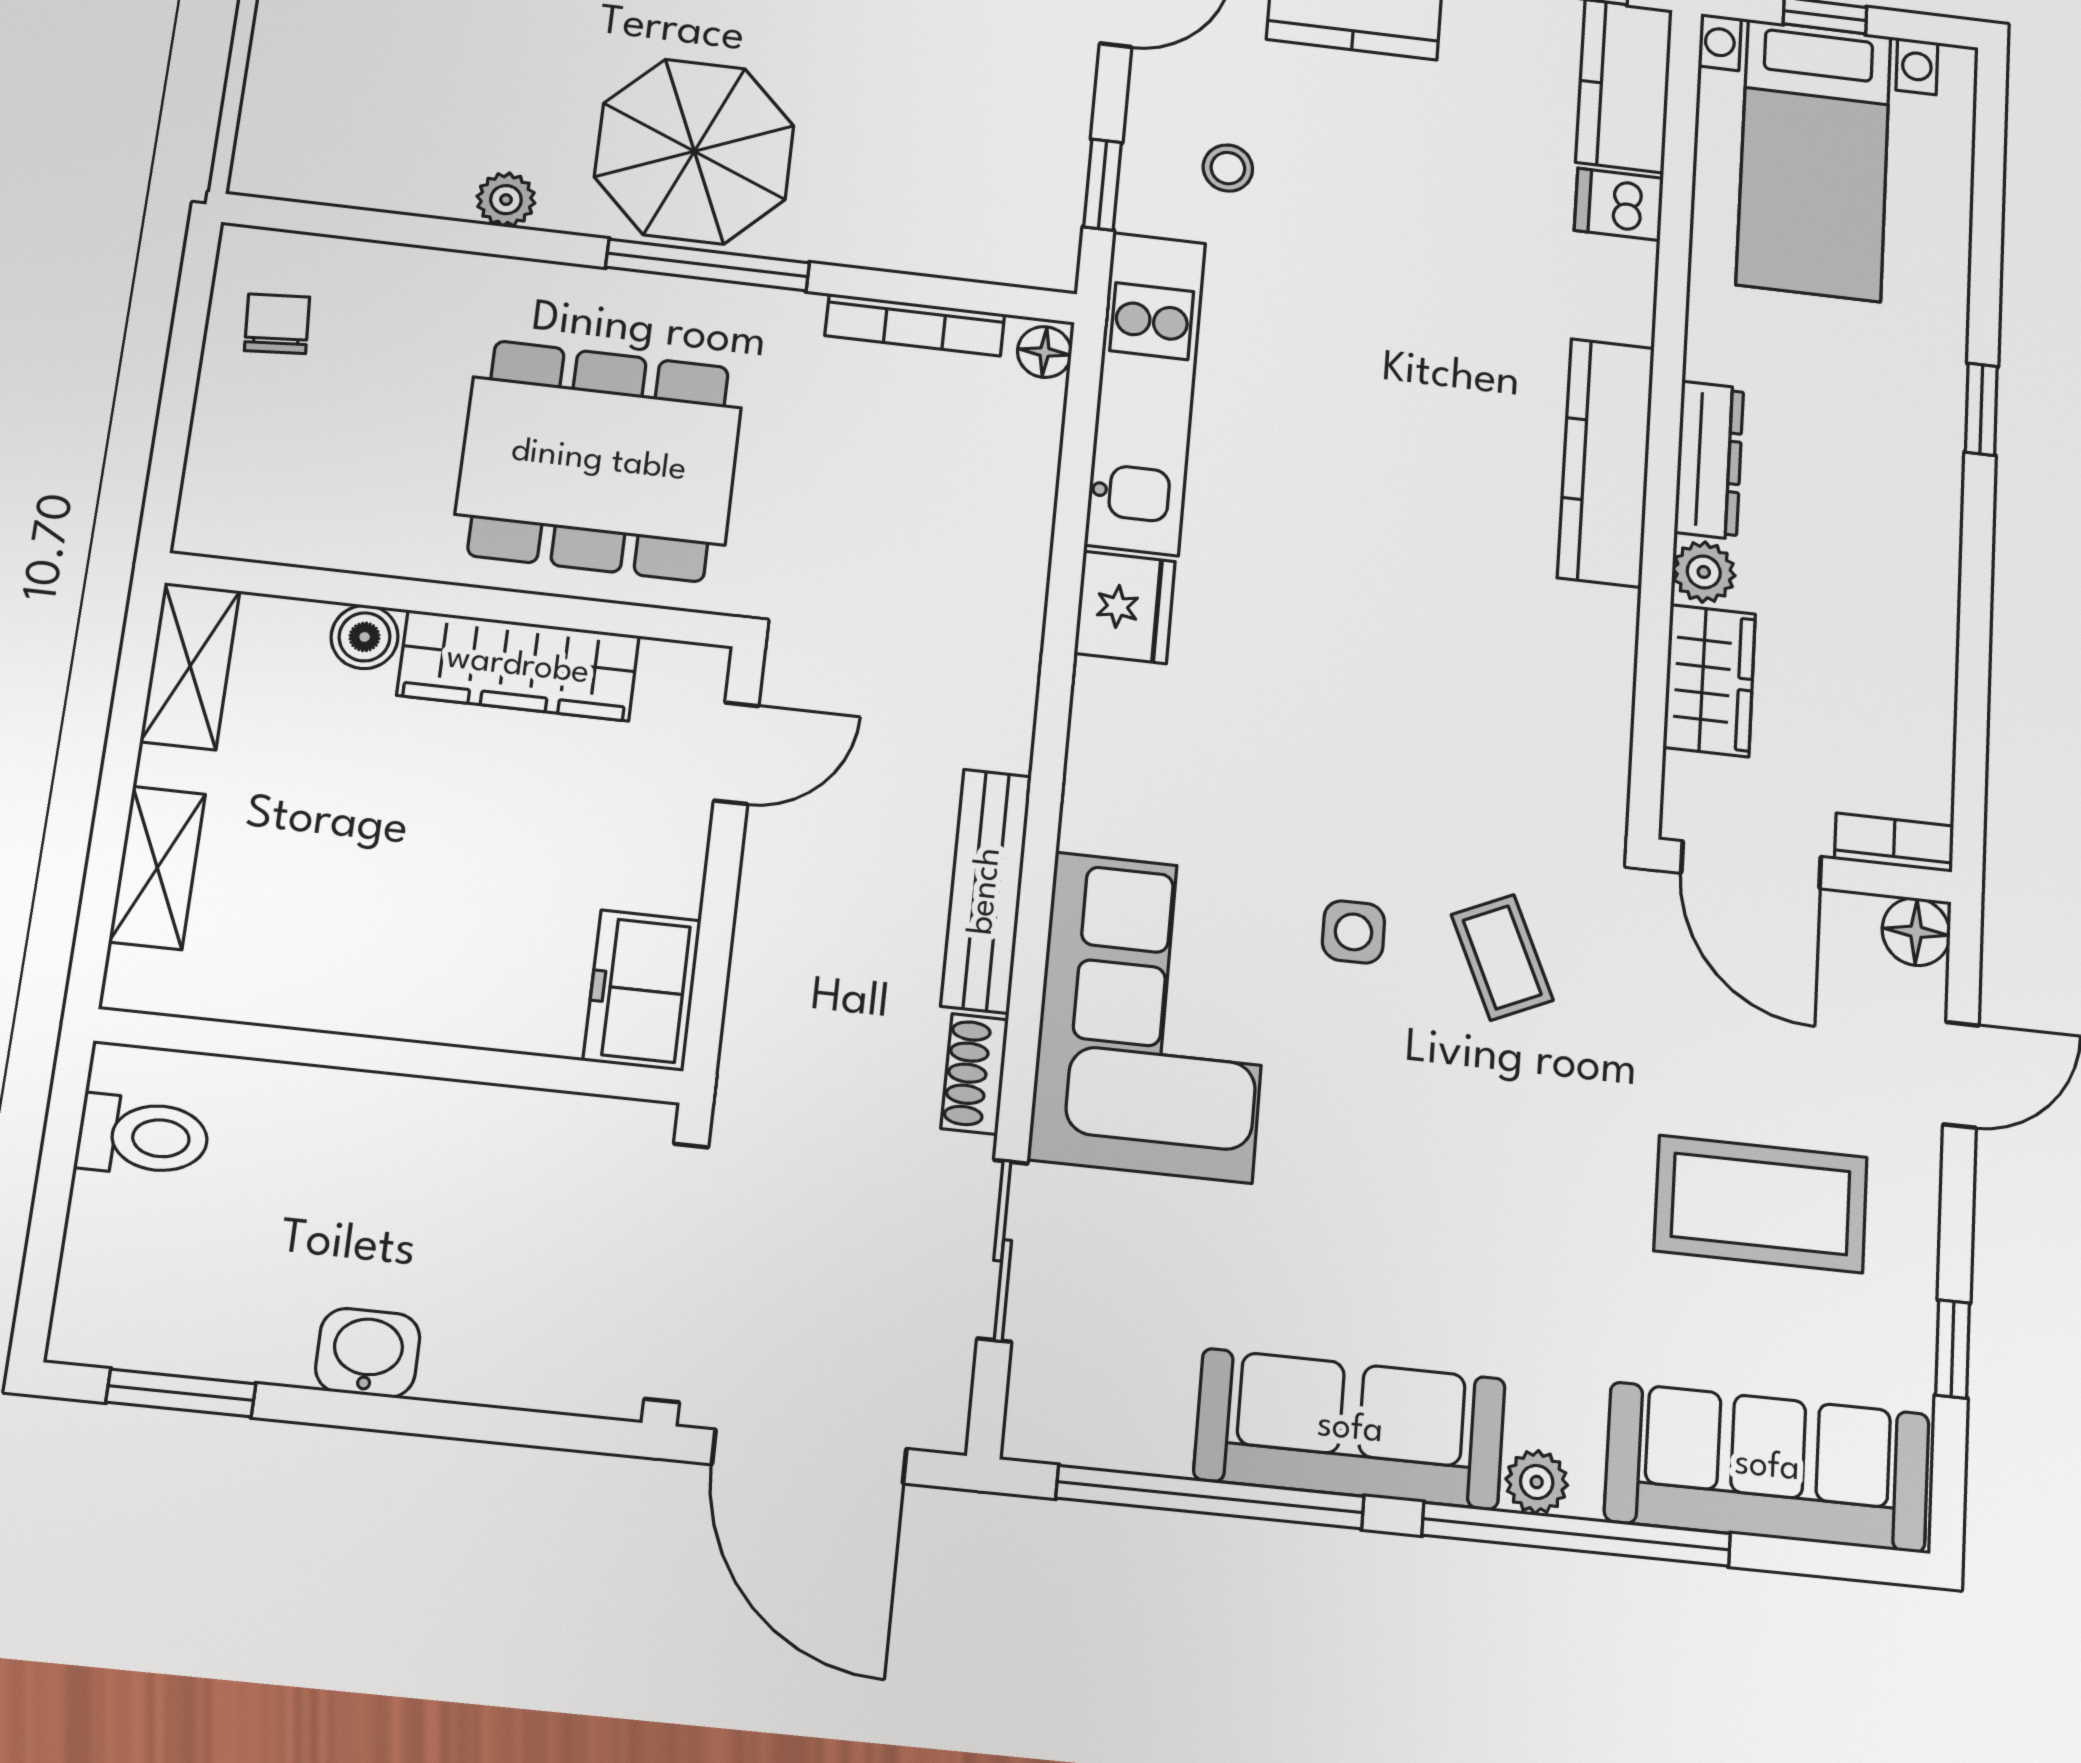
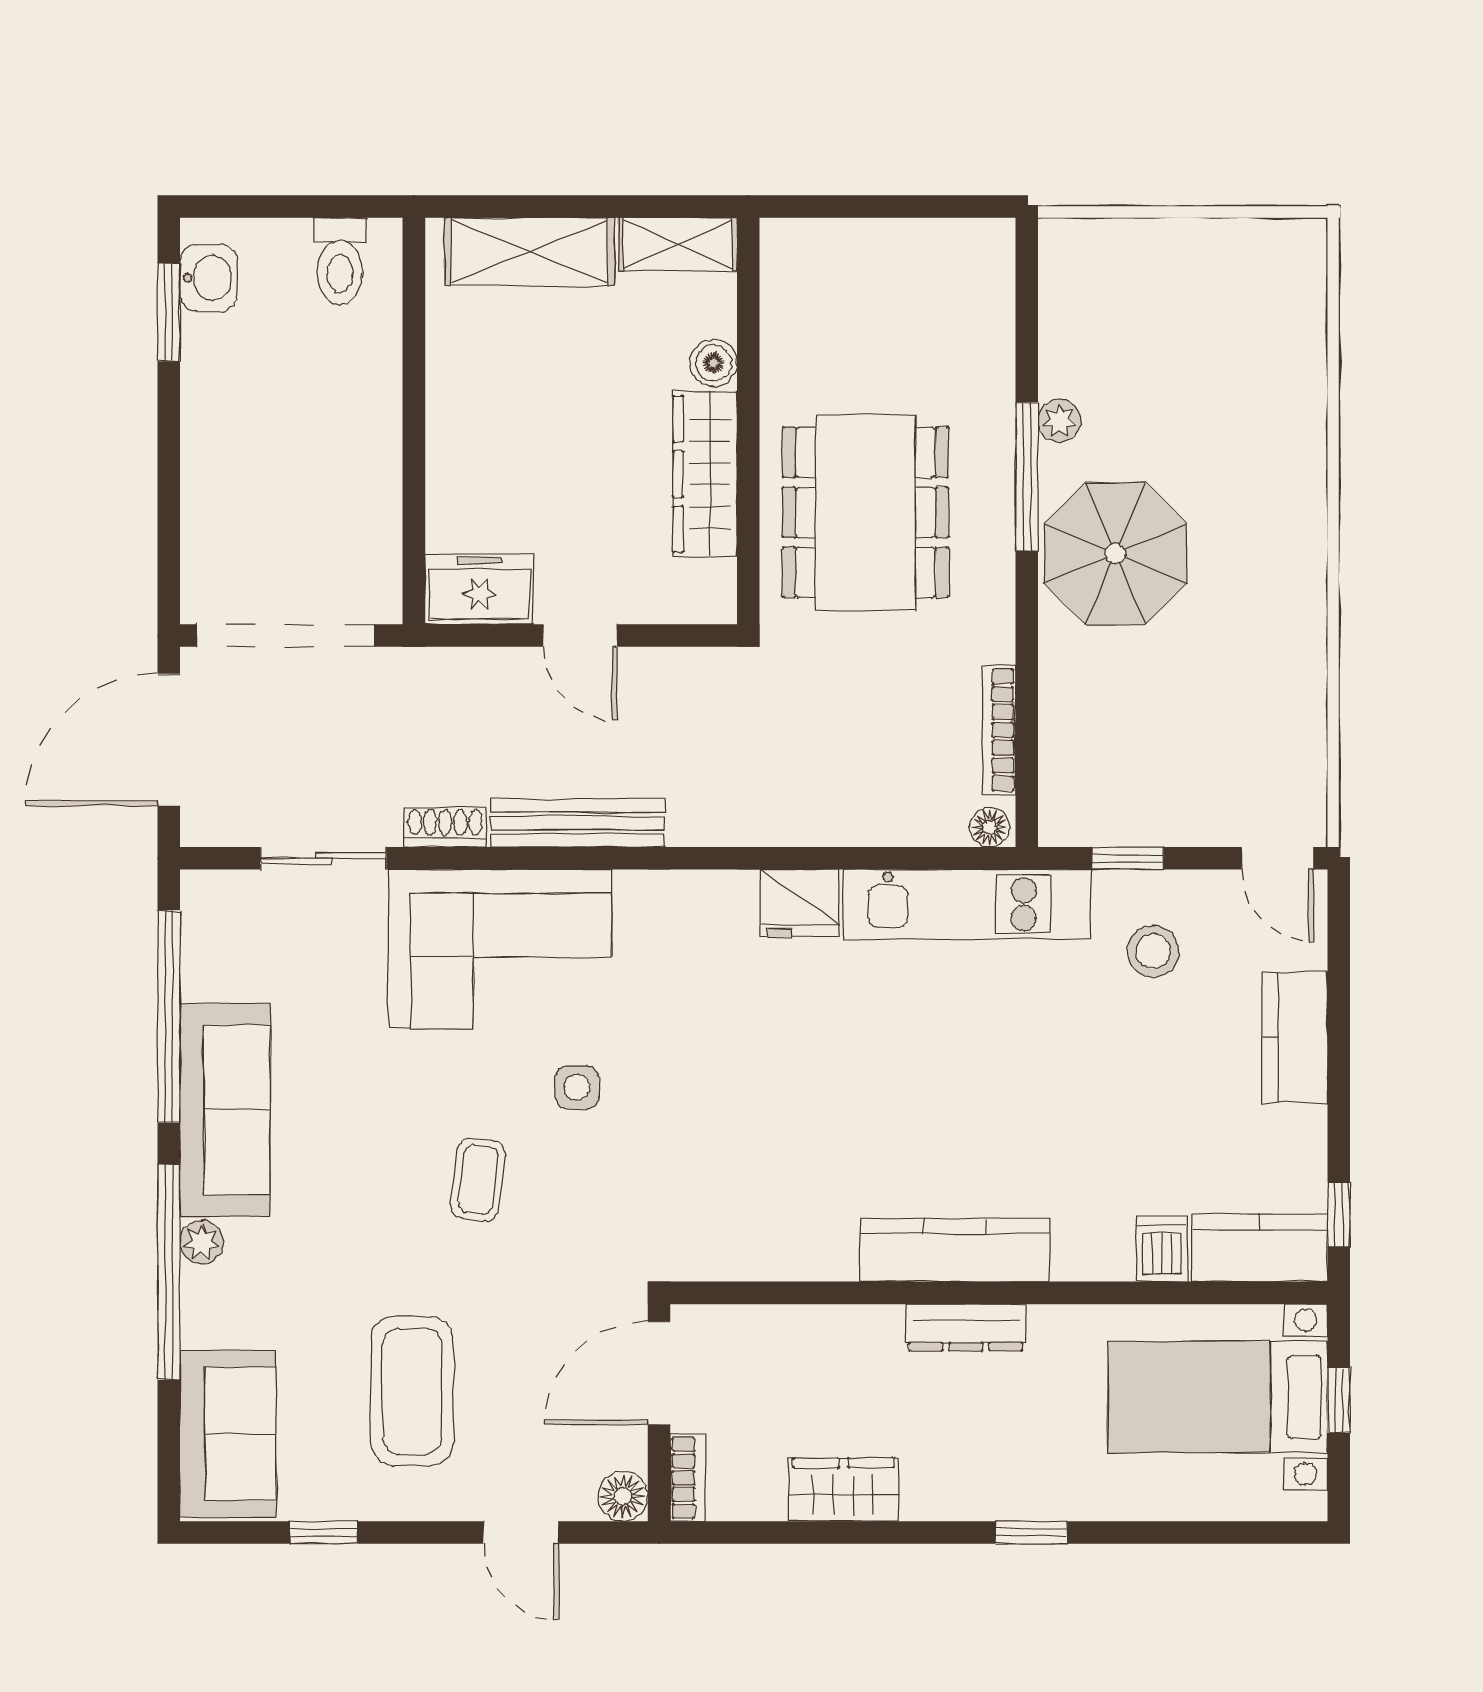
stool: (1228, 168) -> (1153, 951), width x1.37, depth x1.37
window: (708, 265) -> (1027, 477), moved
chair: (277, 324) -> (942, 269), removed
plant: (1704, 572) -> (878, 1328), removed
wardrobe: (1709, 680) -> (843, 1489), moved, turned 180
door: (736, 753) -> (580, 635), moved
shelving: (157, 868) -> (529, 251), width x1.50, depth x1.33
coffee table: (1502, 957) -> (478, 1180), moved, turned -59
washbasin: (368, 1353) -> (208, 278), moved
sofa: (1767, 1467) -> (228, 1434), width x0.73

